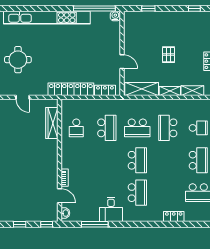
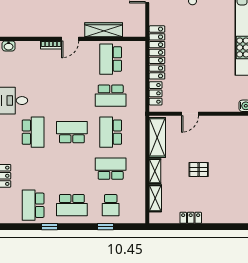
wardrobe: (52, 123) -> (104, 30), moved
school desk: (76, 128) -> (111, 59), width x1.85
school desk: (137, 160) -> (72, 132), turned 180
school desk: (137, 193) -> (33, 132), turned -90
door: (60, 196) -> (70, 39), moved

